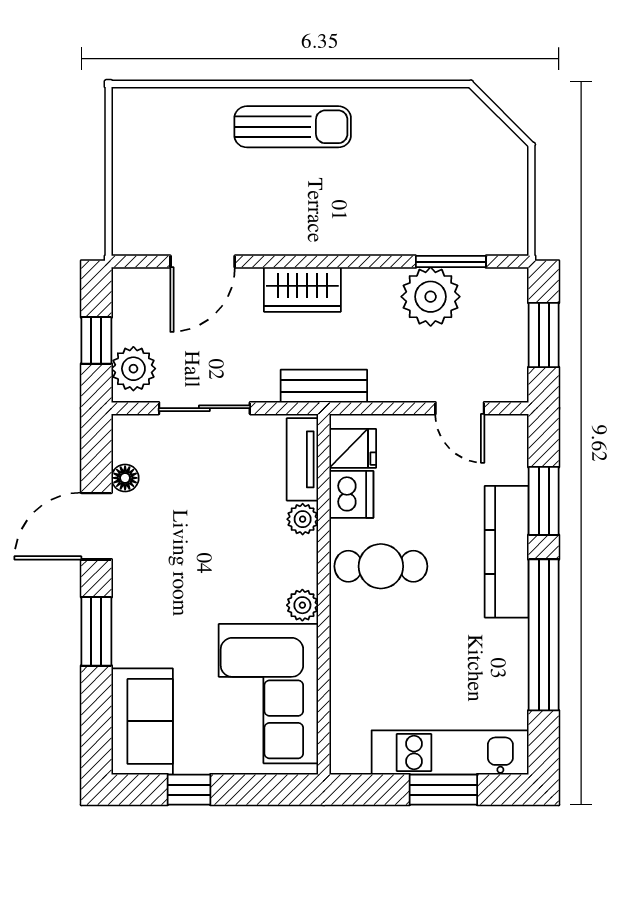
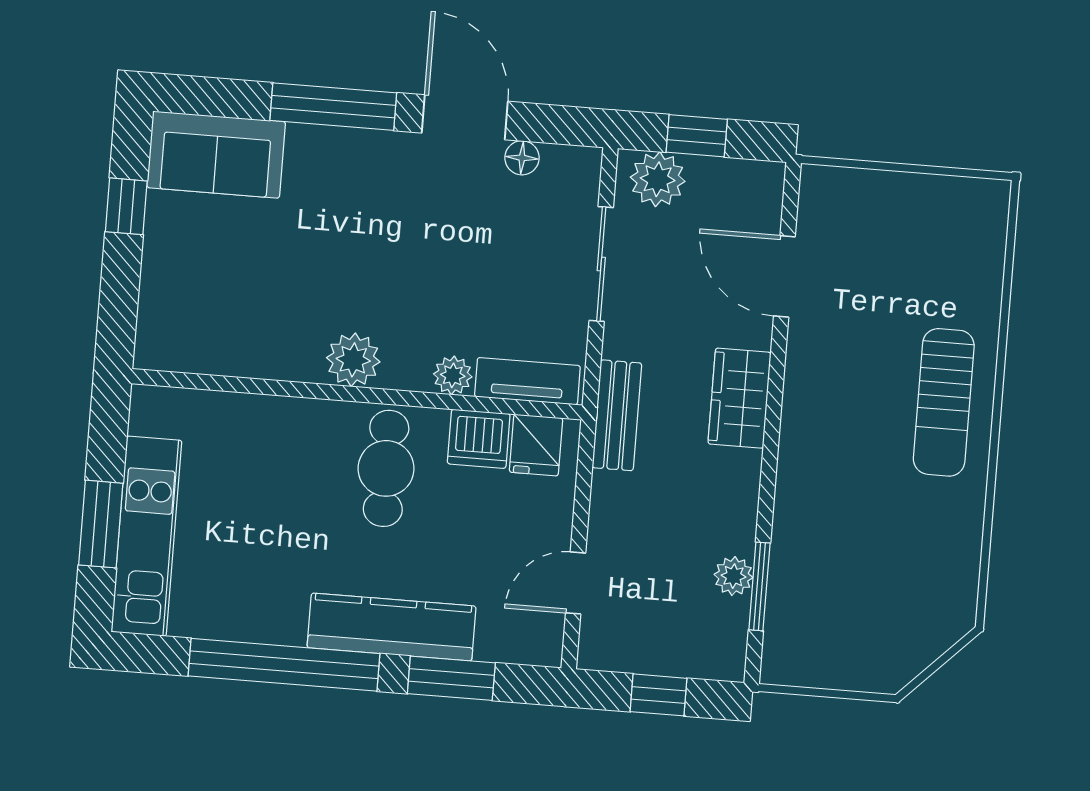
plant: (431, 297) -> (734, 576), width x0.53, depth x0.53
window: (544, 335) -> (658, 695), width x0.67
plant: (302, 605) -> (353, 360), width x1.38, depth x1.38
window: (96, 631) -> (333, 107), width x1.44
corner sofa: (268, 694) -> (238, 315), removed

